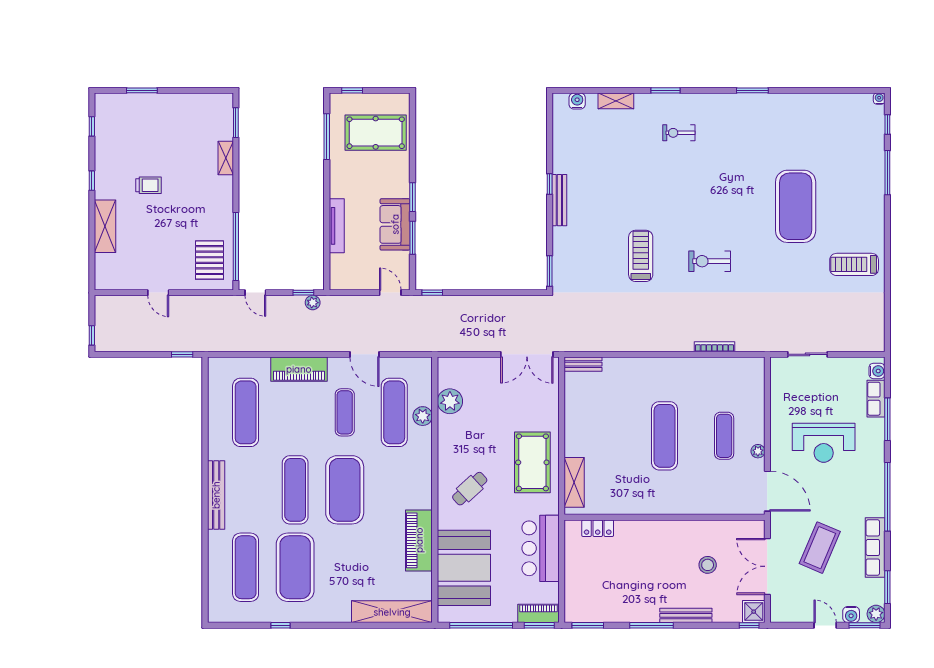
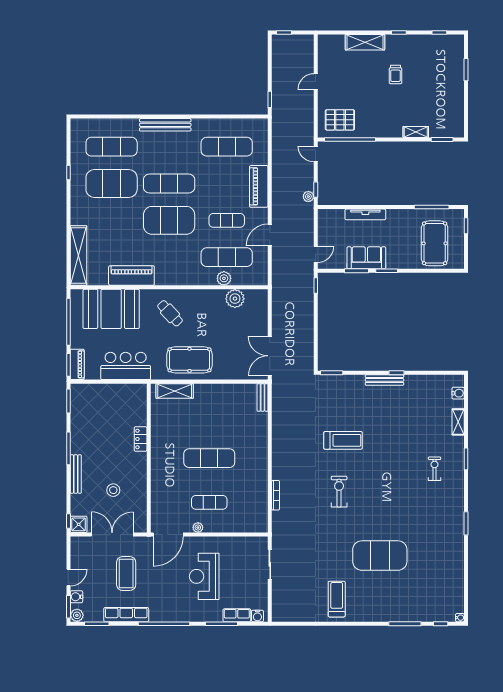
door: (255, 293) -> (316, 154), hinge flipped
locker: (598, 528) -> (141, 439), moved
coffee table: (820, 548) -> (126, 574), turned 67

